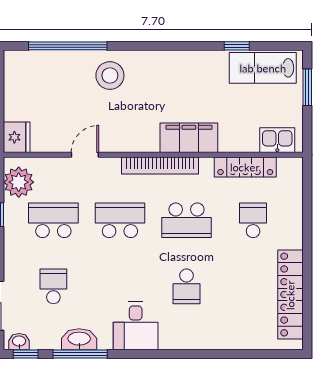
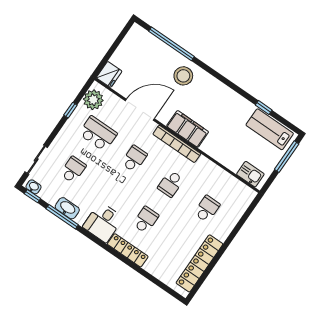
window: (307, 87) -> (287, 157), width x1.44
filing cabinet: (189, 138) -> (188, 129), moved
door: (85, 155) -> (140, 110), width x1.87
locker: (245, 167) -> (128, 250), moved, turned 180
school desk: (120, 220) -> (134, 159), width x0.54
school desk: (186, 220) -> (171, 184), width x0.54
school desk: (186, 286) -> (146, 220), turned 180

